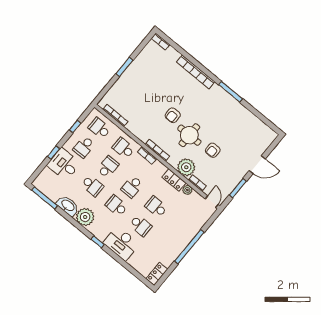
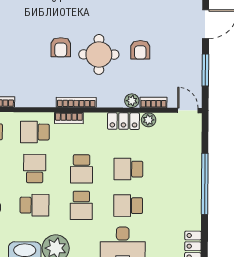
plant: (186, 167) -> (132, 101), width x0.53, depth x0.53
school desk: (116, 206) -> (81, 205), turned -90
school desk: (141, 226) -> (128, 206), turned 180

